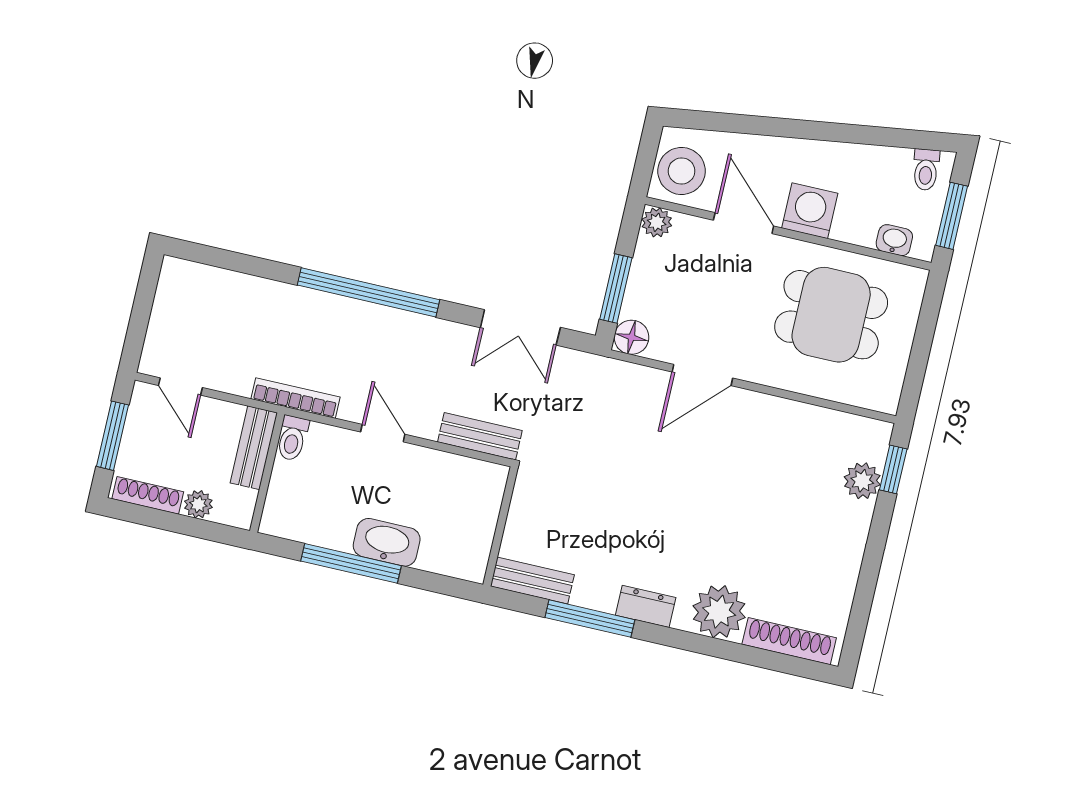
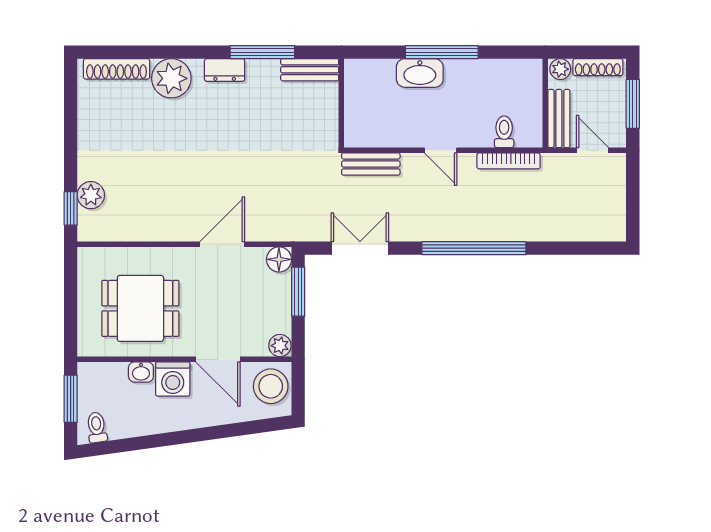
washbasin: (894, 240) -> (141, 372), moved
bench: (254, 448) -> (559, 119), moved
wall: (267, 473) -> (545, 103), moved

